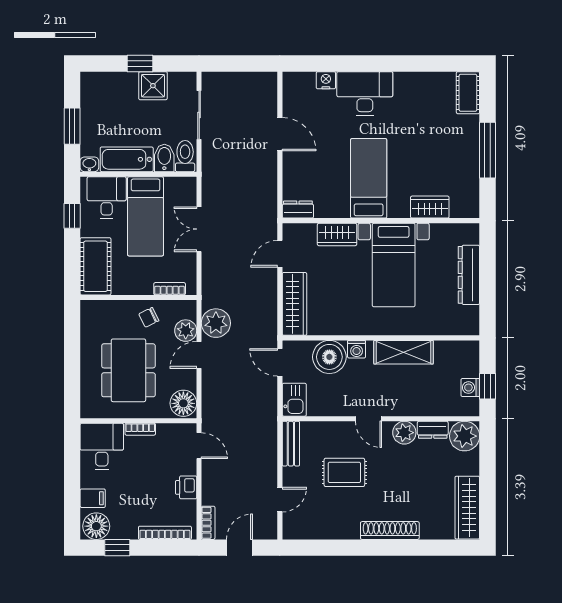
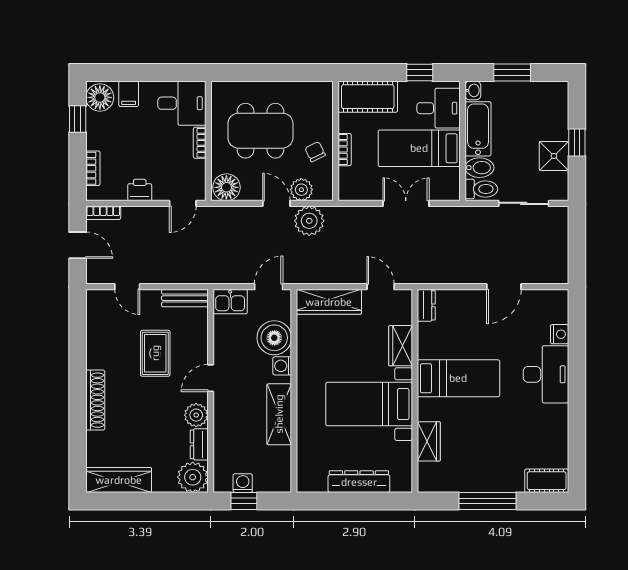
bookcase: (170, 289) -> (345, 150), moved
bookcase: (165, 533) -> (93, 168), width x0.64

